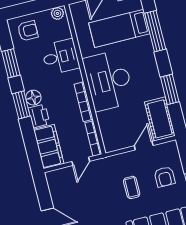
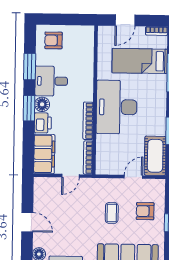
plant: (57, 13) -> (86, 32), removed
armchair: (28, 31) -> (53, 40), turned 180
desk: (60, 57) -> (51, 81), moved, turned 180
armchair: (165, 177) -> (145, 211), turned 90

